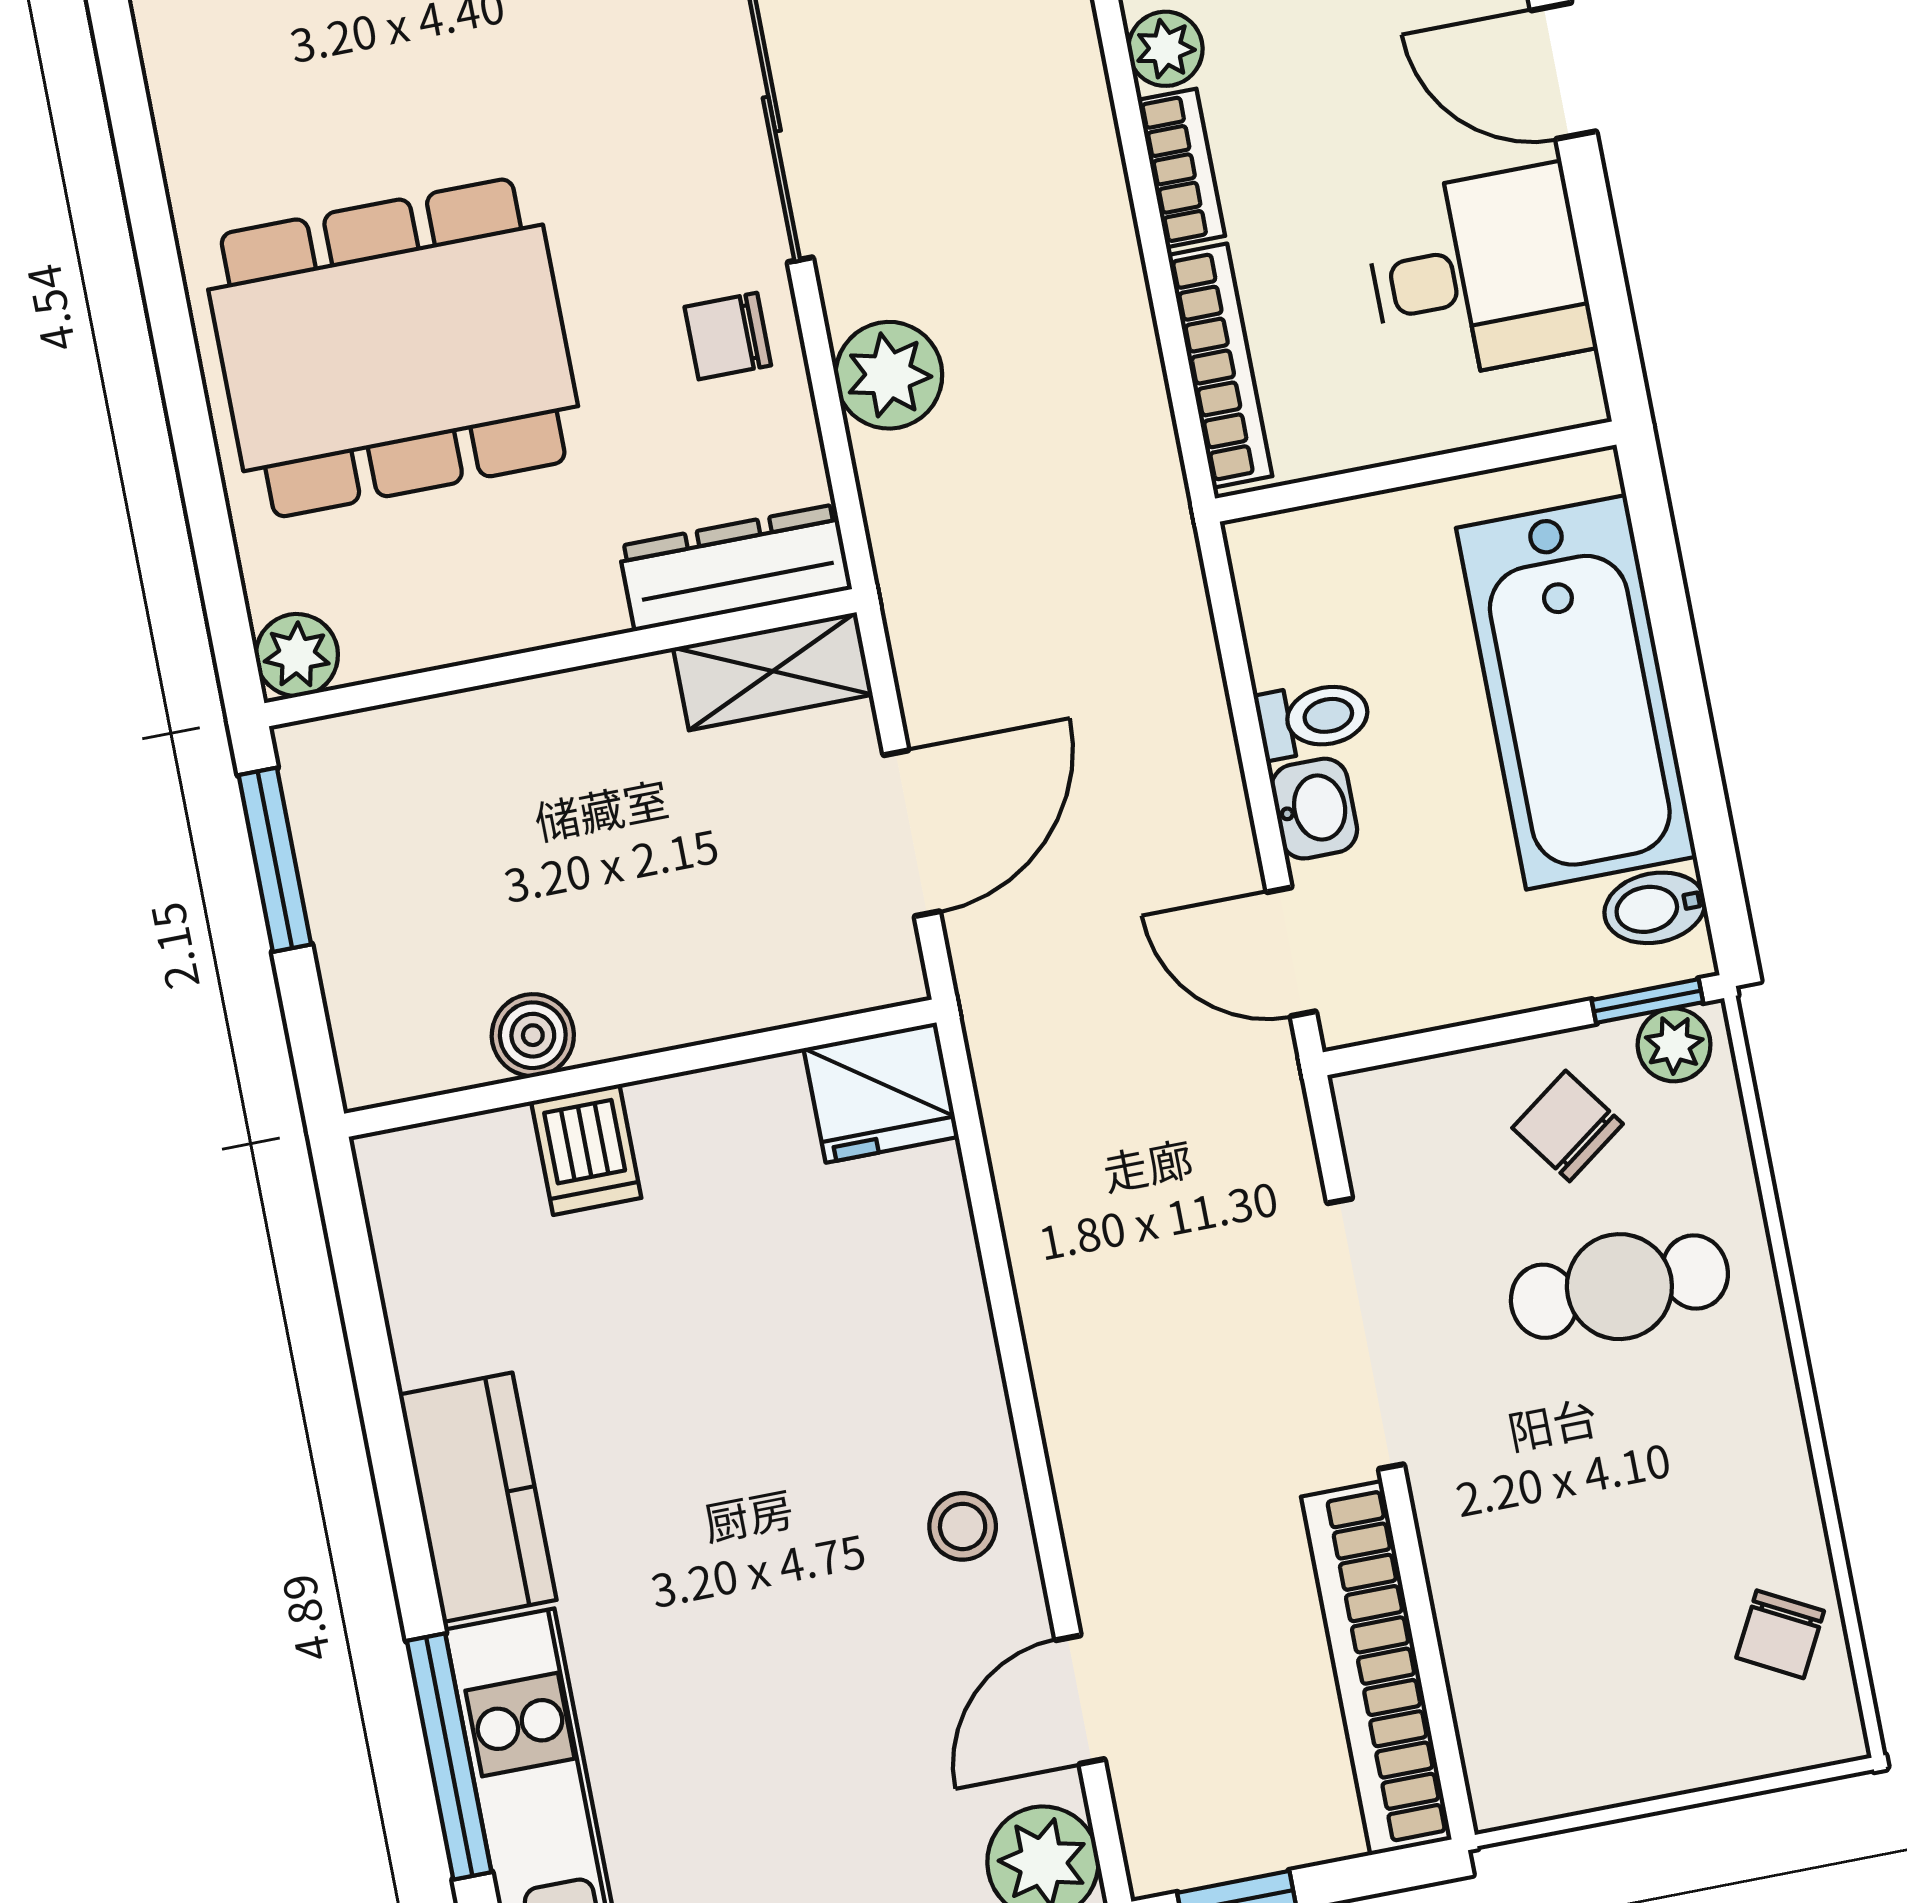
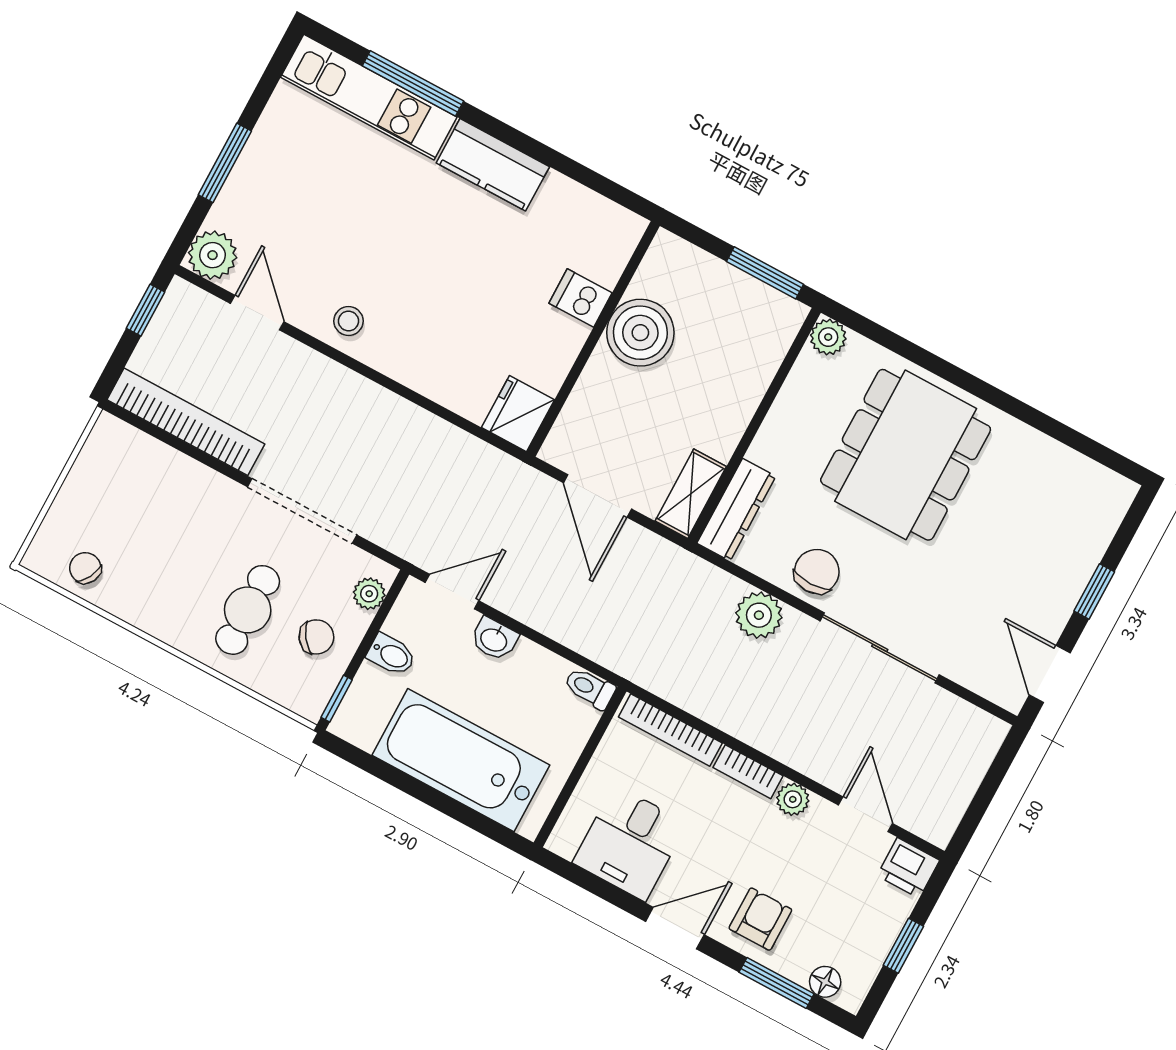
chair: (728, 336) -> (817, 571), width x1.37, depth x1.37
toilet: (1313, 718) -> (590, 688), moved, turned 90
bidet: (1655, 908) -> (391, 655), moved, turned 90
boiler: (533, 1035) -> (640, 333), width x1.86, depth x1.86
plant: (1674, 1045) -> (369, 594), moved

